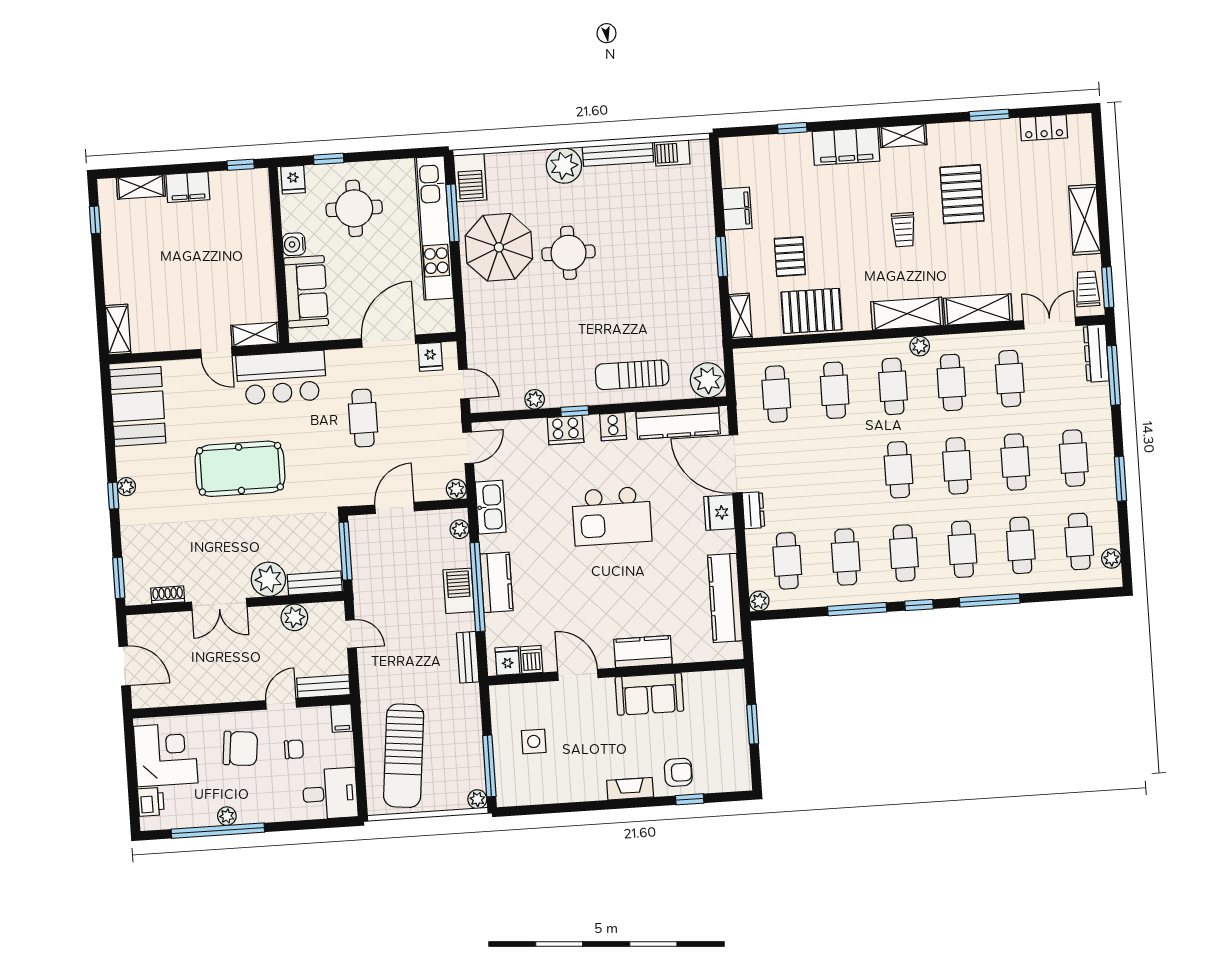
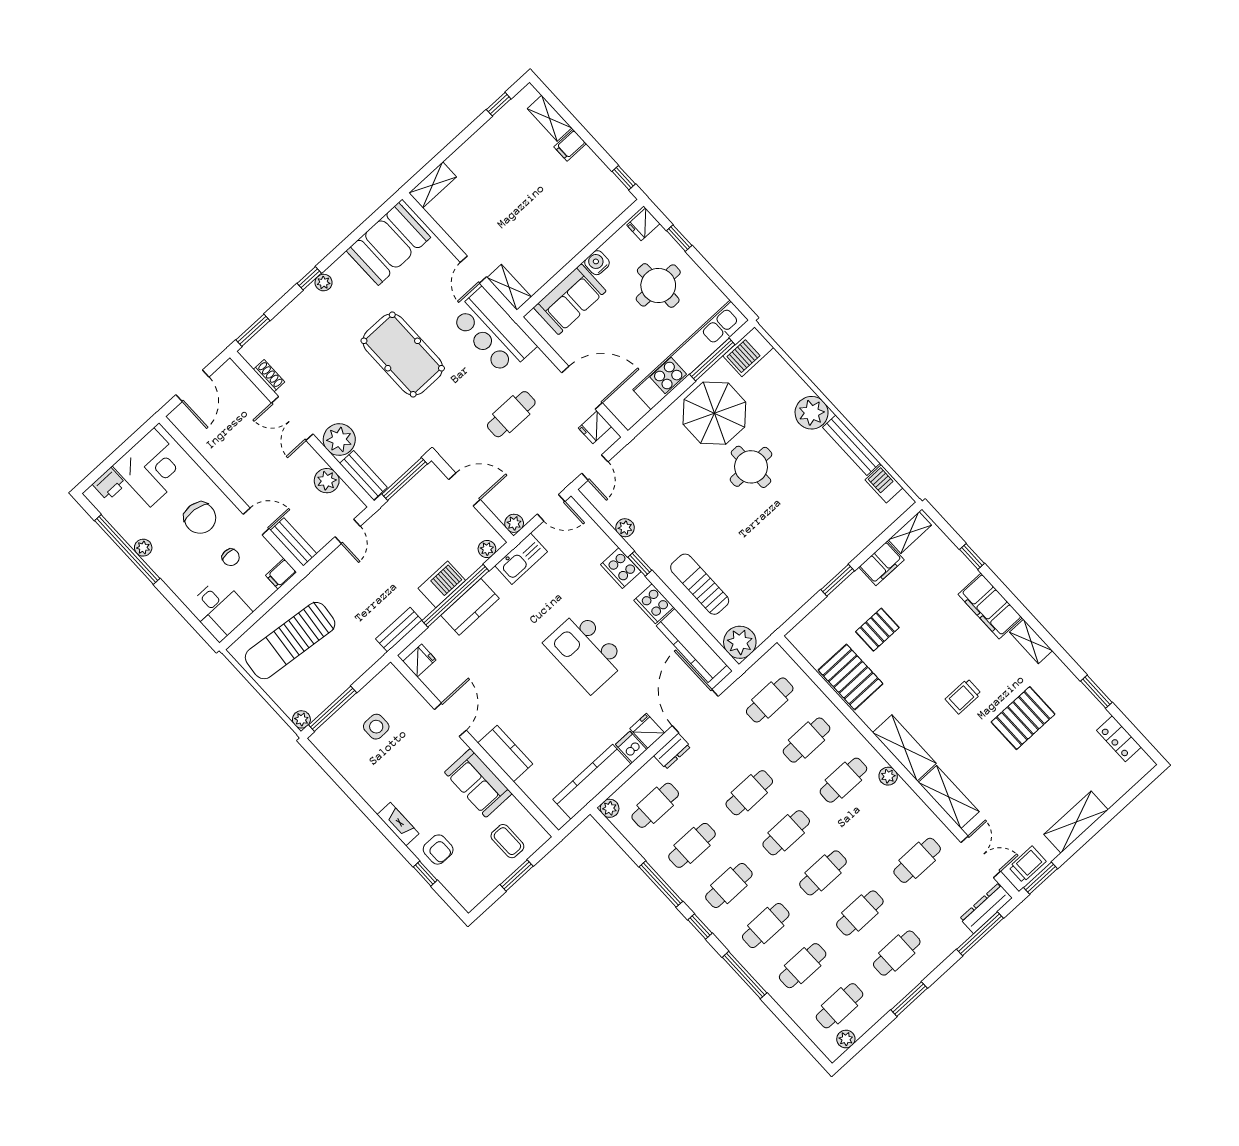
filing cabinet: (188, 187) -> (570, 145), width x0.50
shelving: (741, 316) -> (910, 532), moved
cafe table: (951, 382) -> (749, 793), moved
cooker: (613, 427) -> (654, 604), width x1.36
fridge: (719, 513) -> (647, 731), width x0.72
dishwasher: (531, 660) -> (631, 747), moved, turned -90
coffee table: (718, 709) -> (507, 841), added

